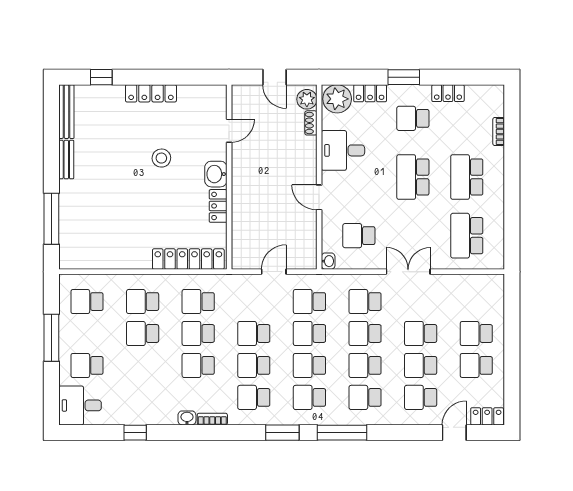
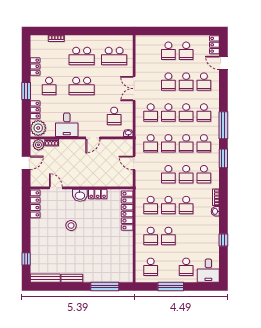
locker: (151, 93) -> (35, 204), moved

